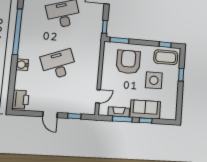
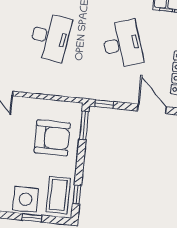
desk: (59, 64) -> (50, 37), turned 30
side table: (154, 80) -> (25, 199), moved

